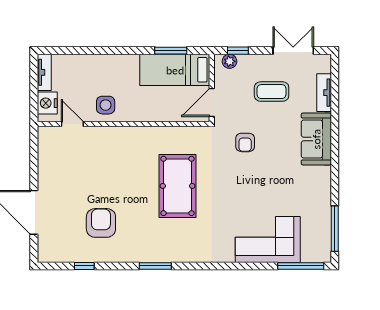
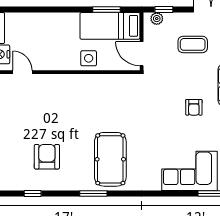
door: (212, 102) -> (142, 54), hinge flipped
side table: (106, 105) -> (89, 58), moved
armchair: (245, 142) -> (194, 107), moved
pool table: (177, 186) -> (110, 159), moved

